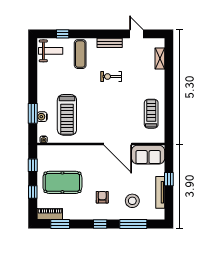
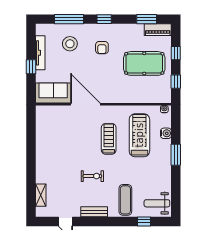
window: (33, 113) -> (176, 155), moved
treadmill: (151, 114) -> (109, 139), moved, turned 180

